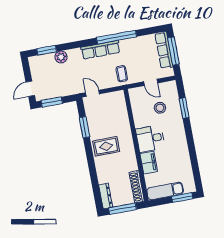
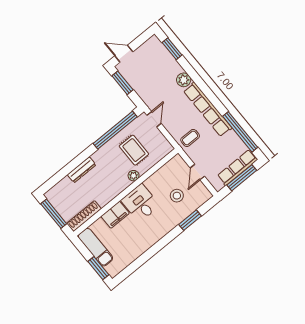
window: (117, 37) -> (240, 132), moved
row of seats: (101, 50) -> (208, 109), width x1.36
plant: (61, 57) -> (184, 80), moved
window: (85, 127) -> (115, 130), width x2.11
plant: (127, 132) -> (134, 176), added
rug: (106, 146) -> (134, 150), moved
dresser: (106, 196) -> (82, 170), moved

